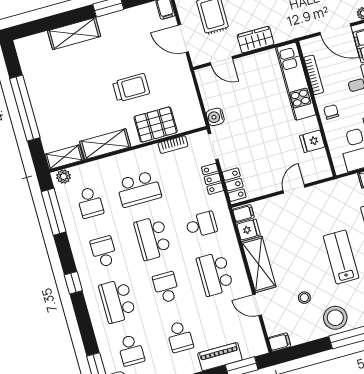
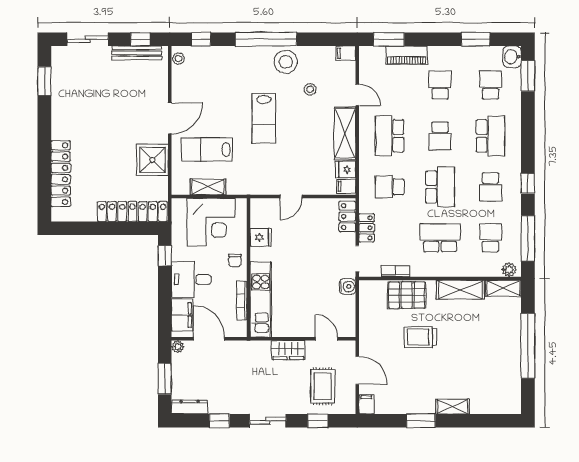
shelving: (74, 34) -> (453, 407), width x0.67, depth x0.75
school desk: (215, 274) -> (390, 136), turned 180
window: (73, 283) -> (528, 183), moved

